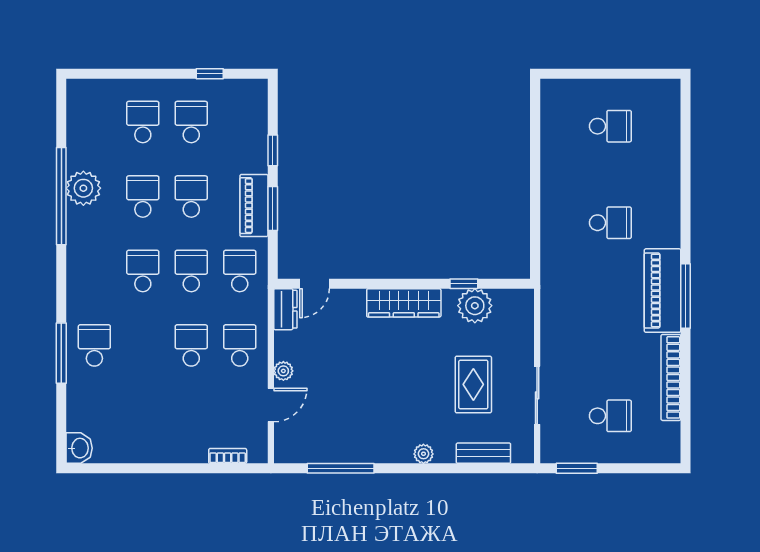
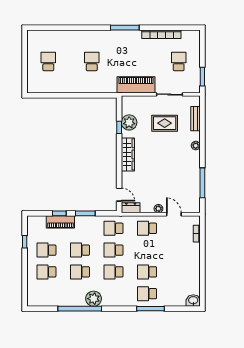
plant: (83, 188) -> (94, 299), moved
piano: (254, 206) -> (60, 222), moved
piano: (663, 291) -> (136, 85), moved, turned 180
school desk: (191, 345) -> (147, 272), moved

